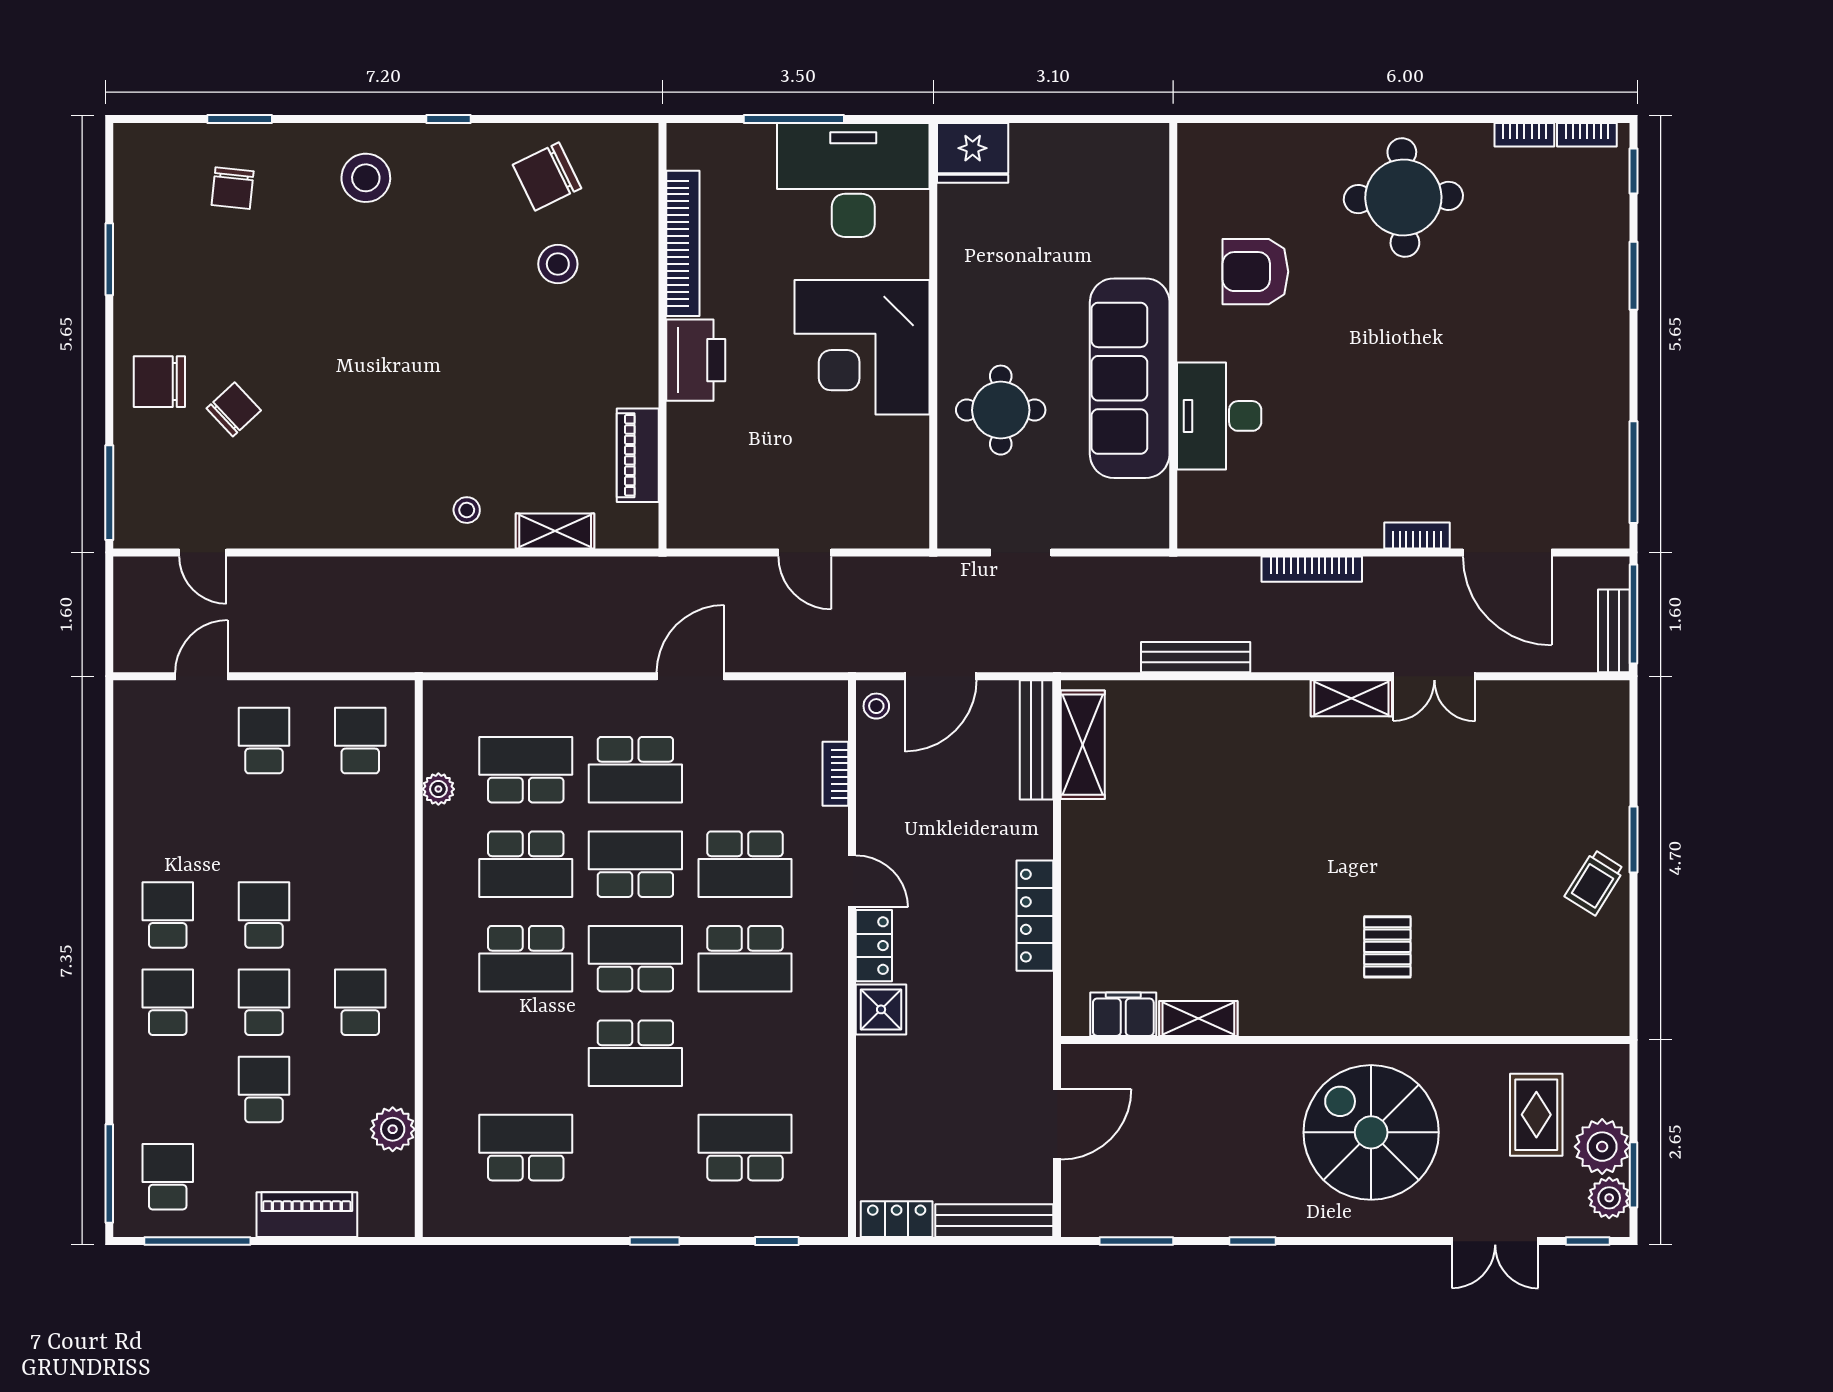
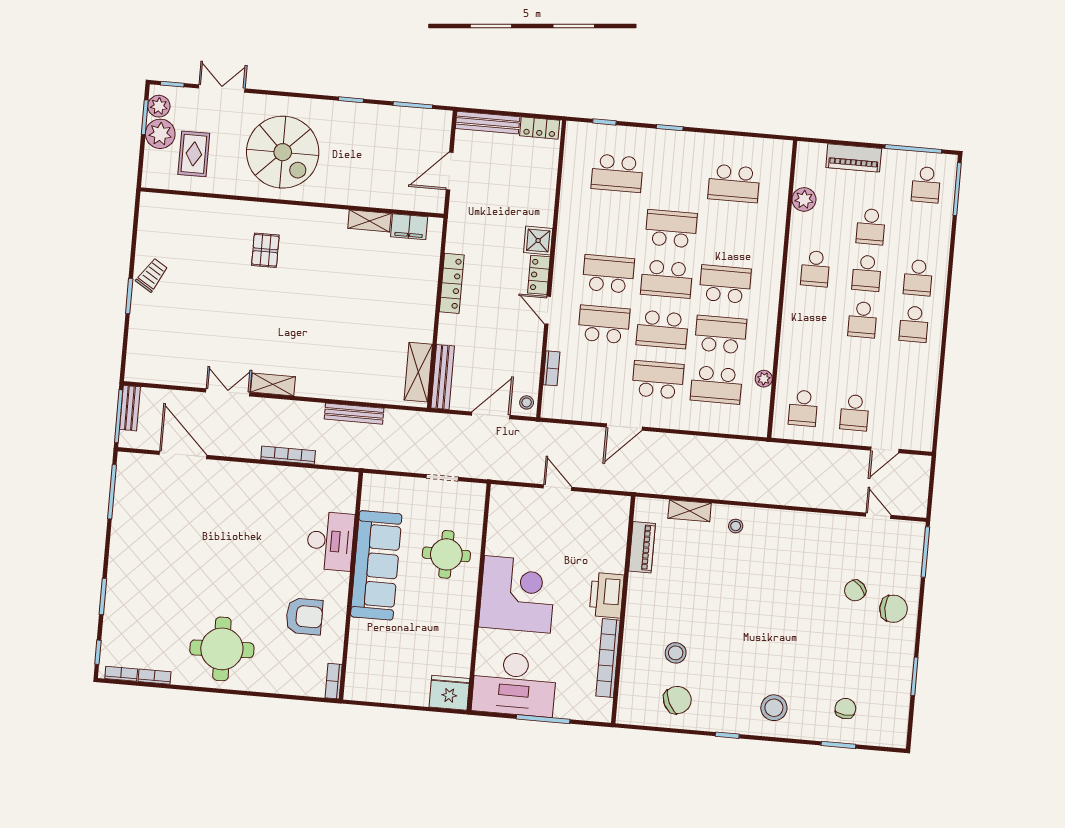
bookcase: (1417, 535) -> (334, 681), moved, turned 90

